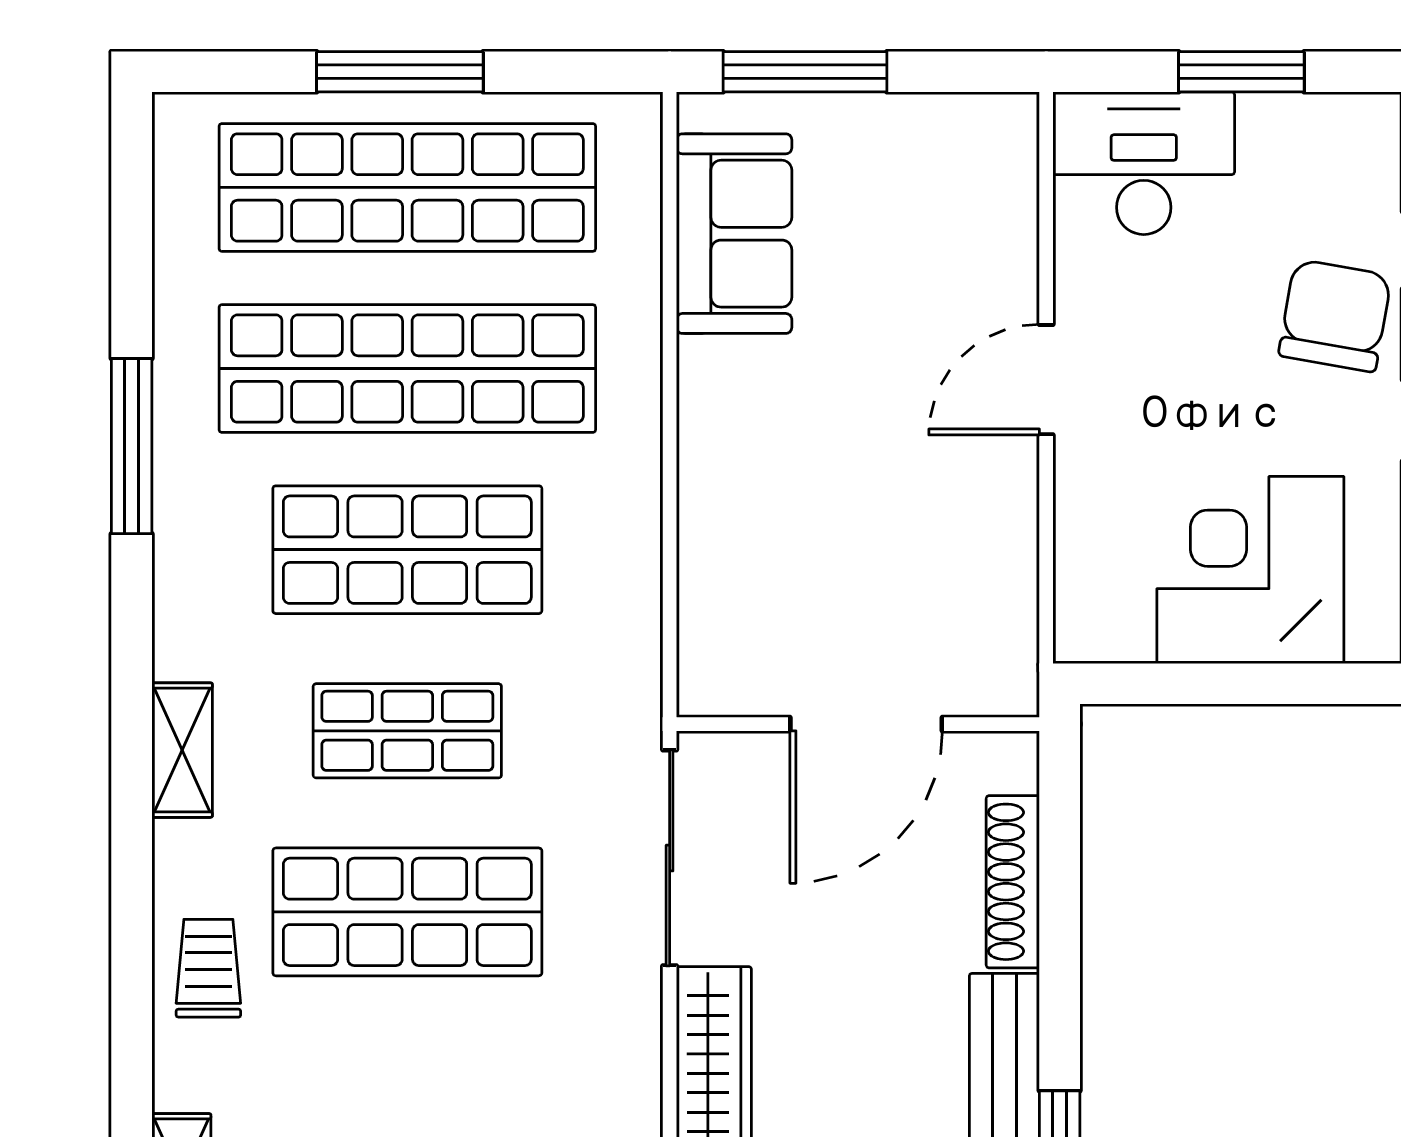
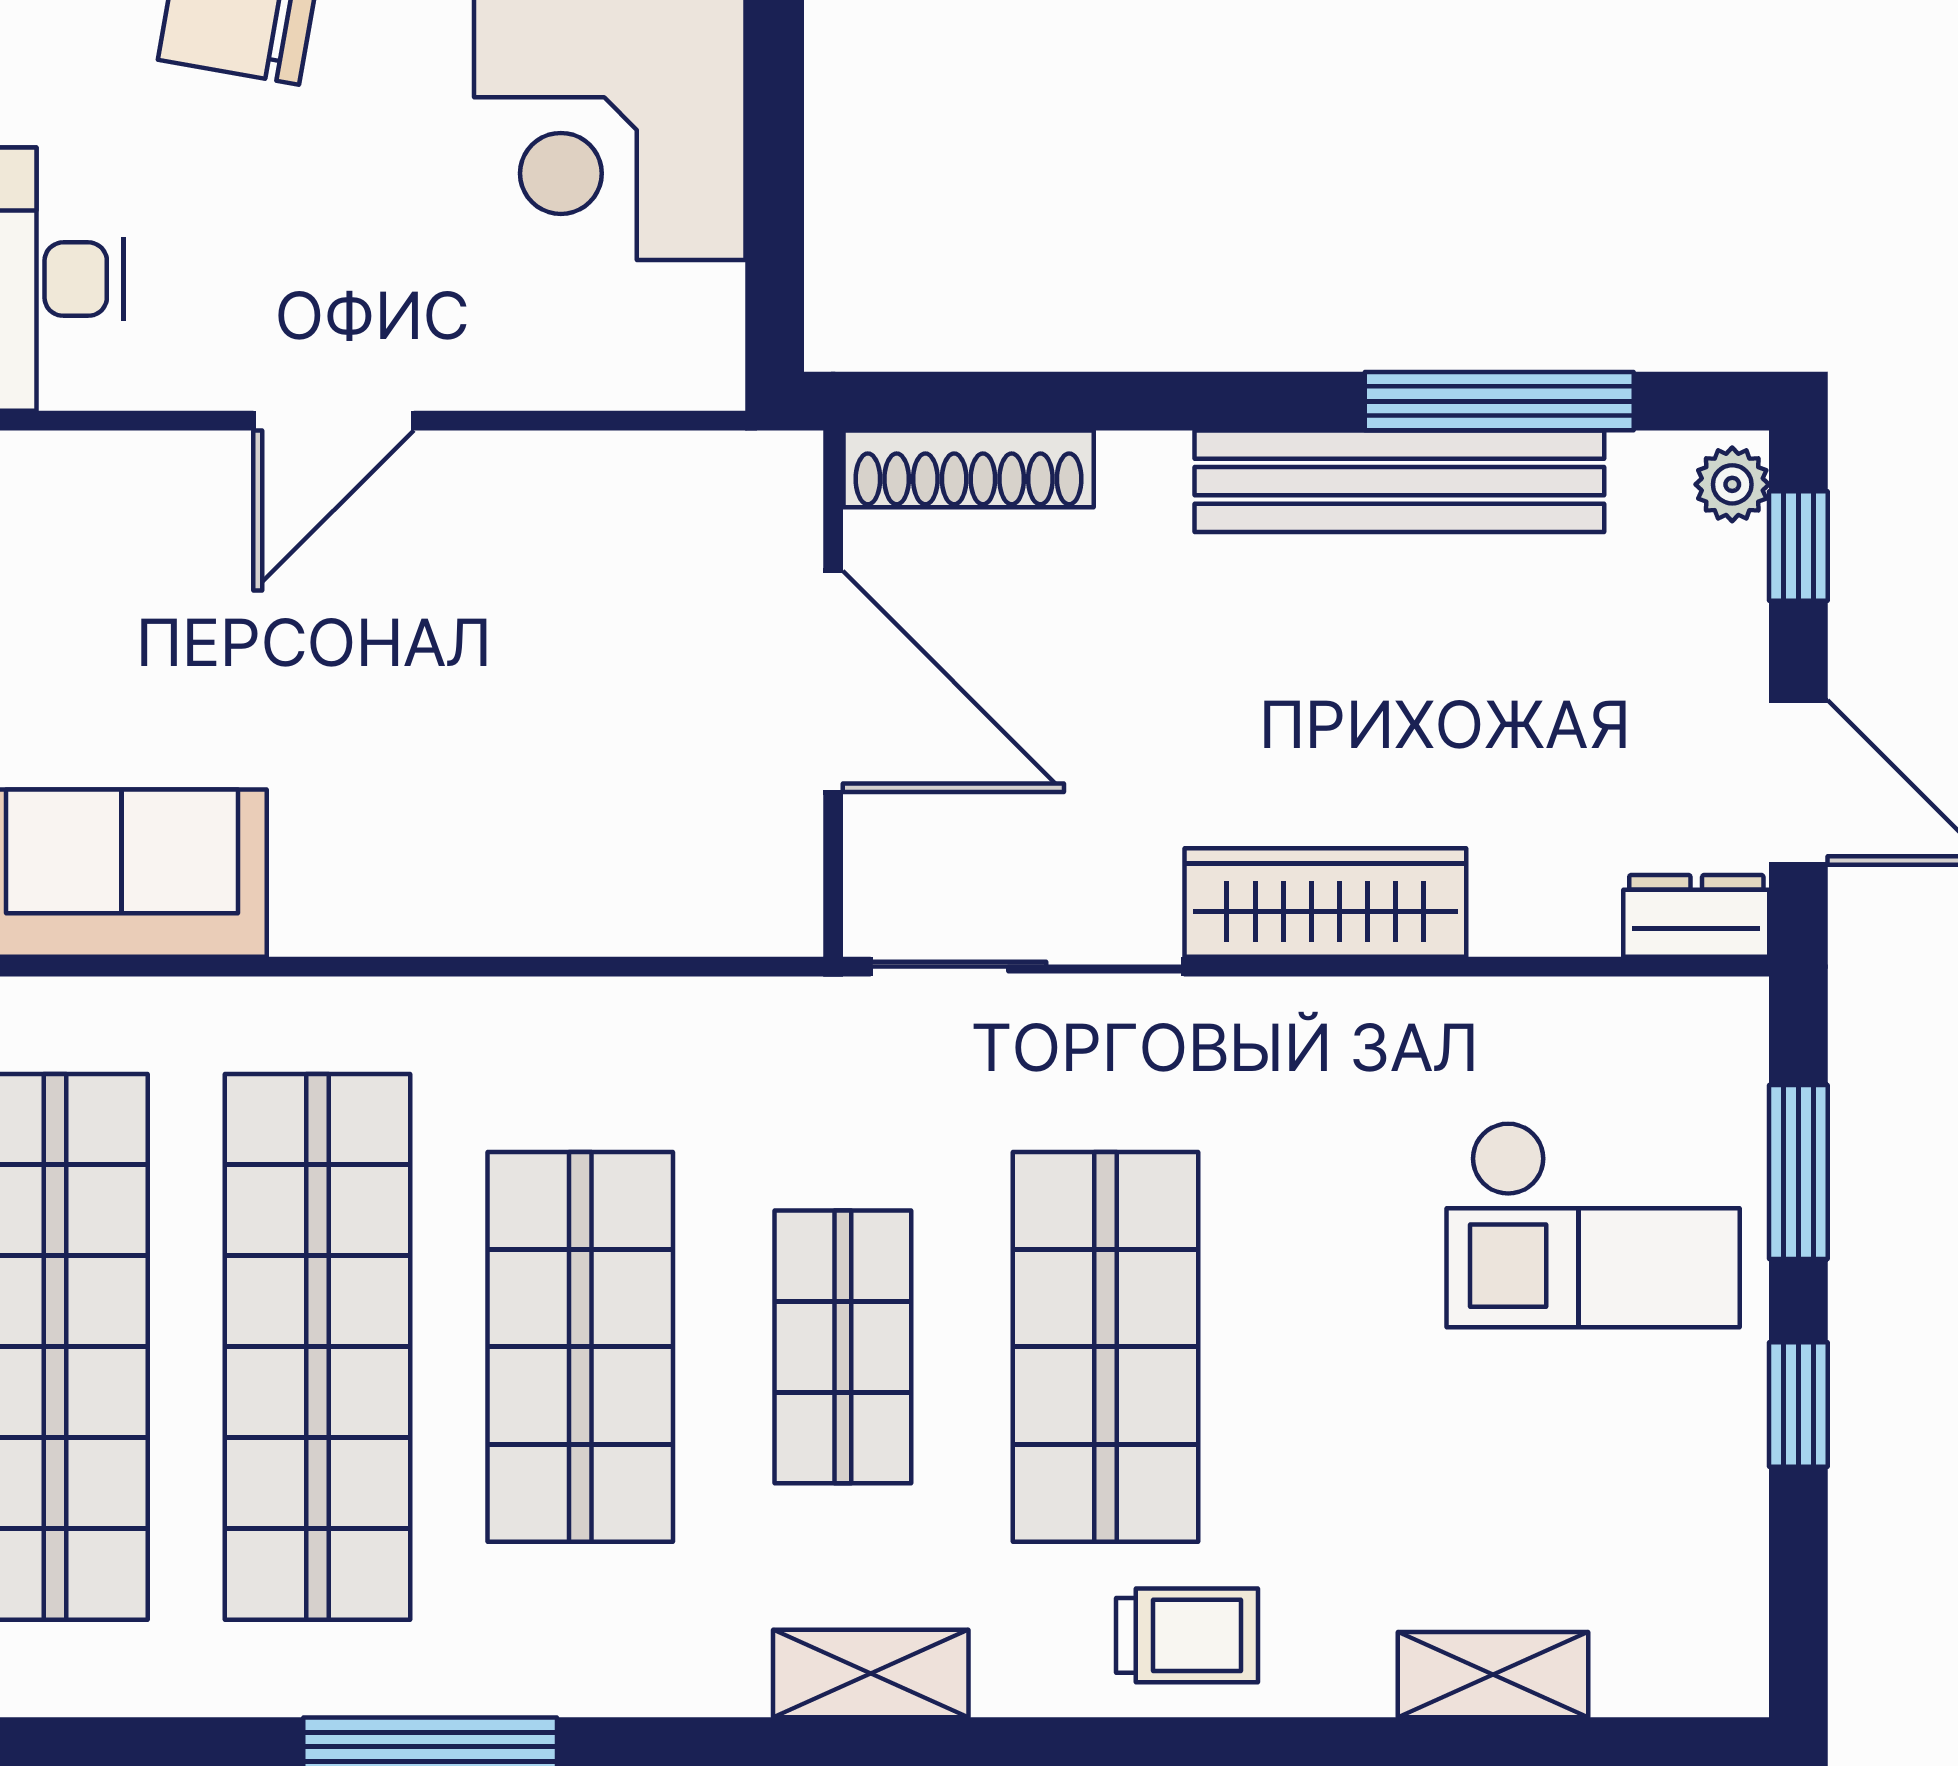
door: (1046, 380) -> (334, 421), hinge flipped
shoe rack: (1013, 882) -> (969, 469), moved
trolley: (208, 968) -> (1187, 1635), turned 180

